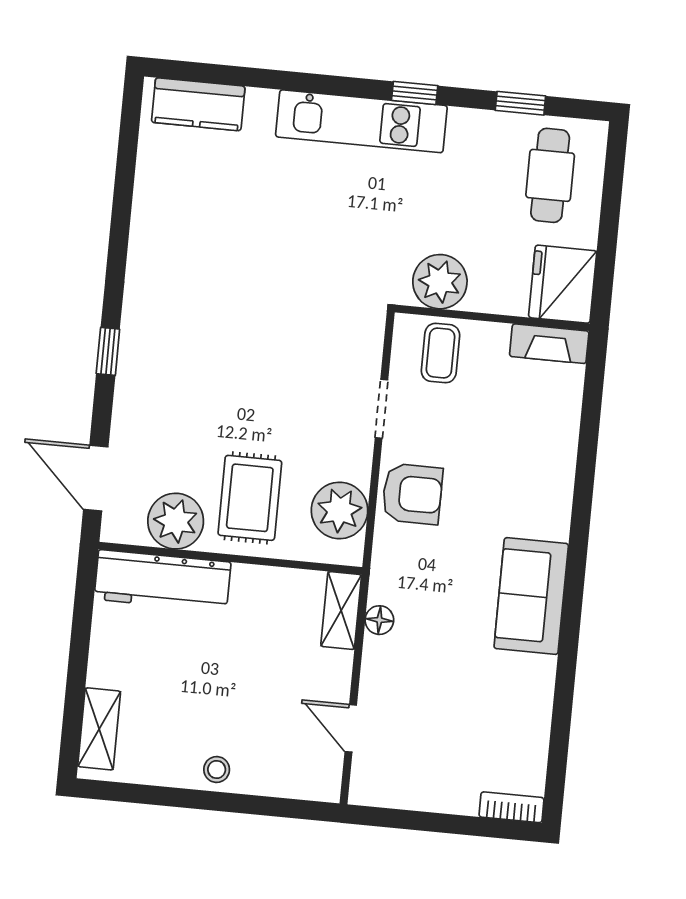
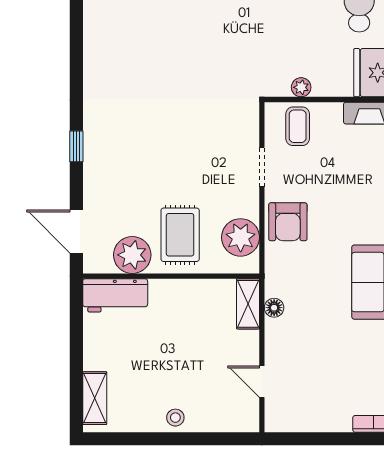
plant: (440, 282) -> (301, 87), width x0.53, depth x0.53
armchair: (412, 494) -> (288, 222), turned 90
workbench: (162, 581) -> (115, 295), width x0.73

